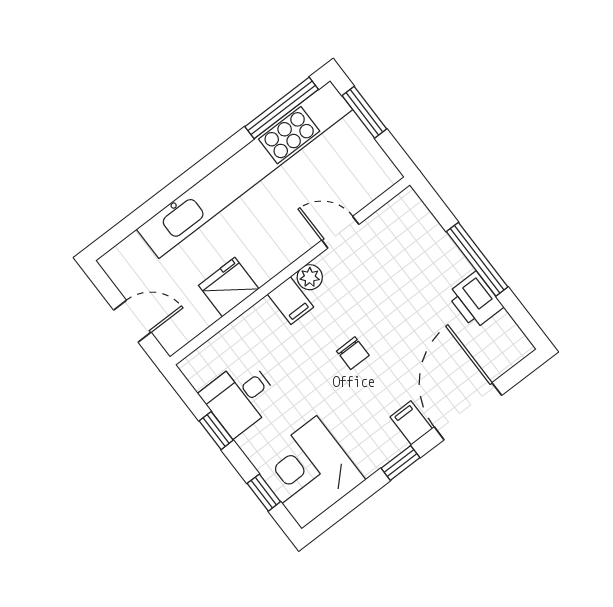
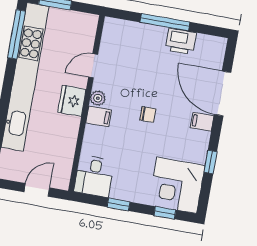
fridge: (229, 287) -> (72, 101), moved
desk: (240, 397) -> (94, 176), moved
window: (401, 463) -> (210, 162), moved

